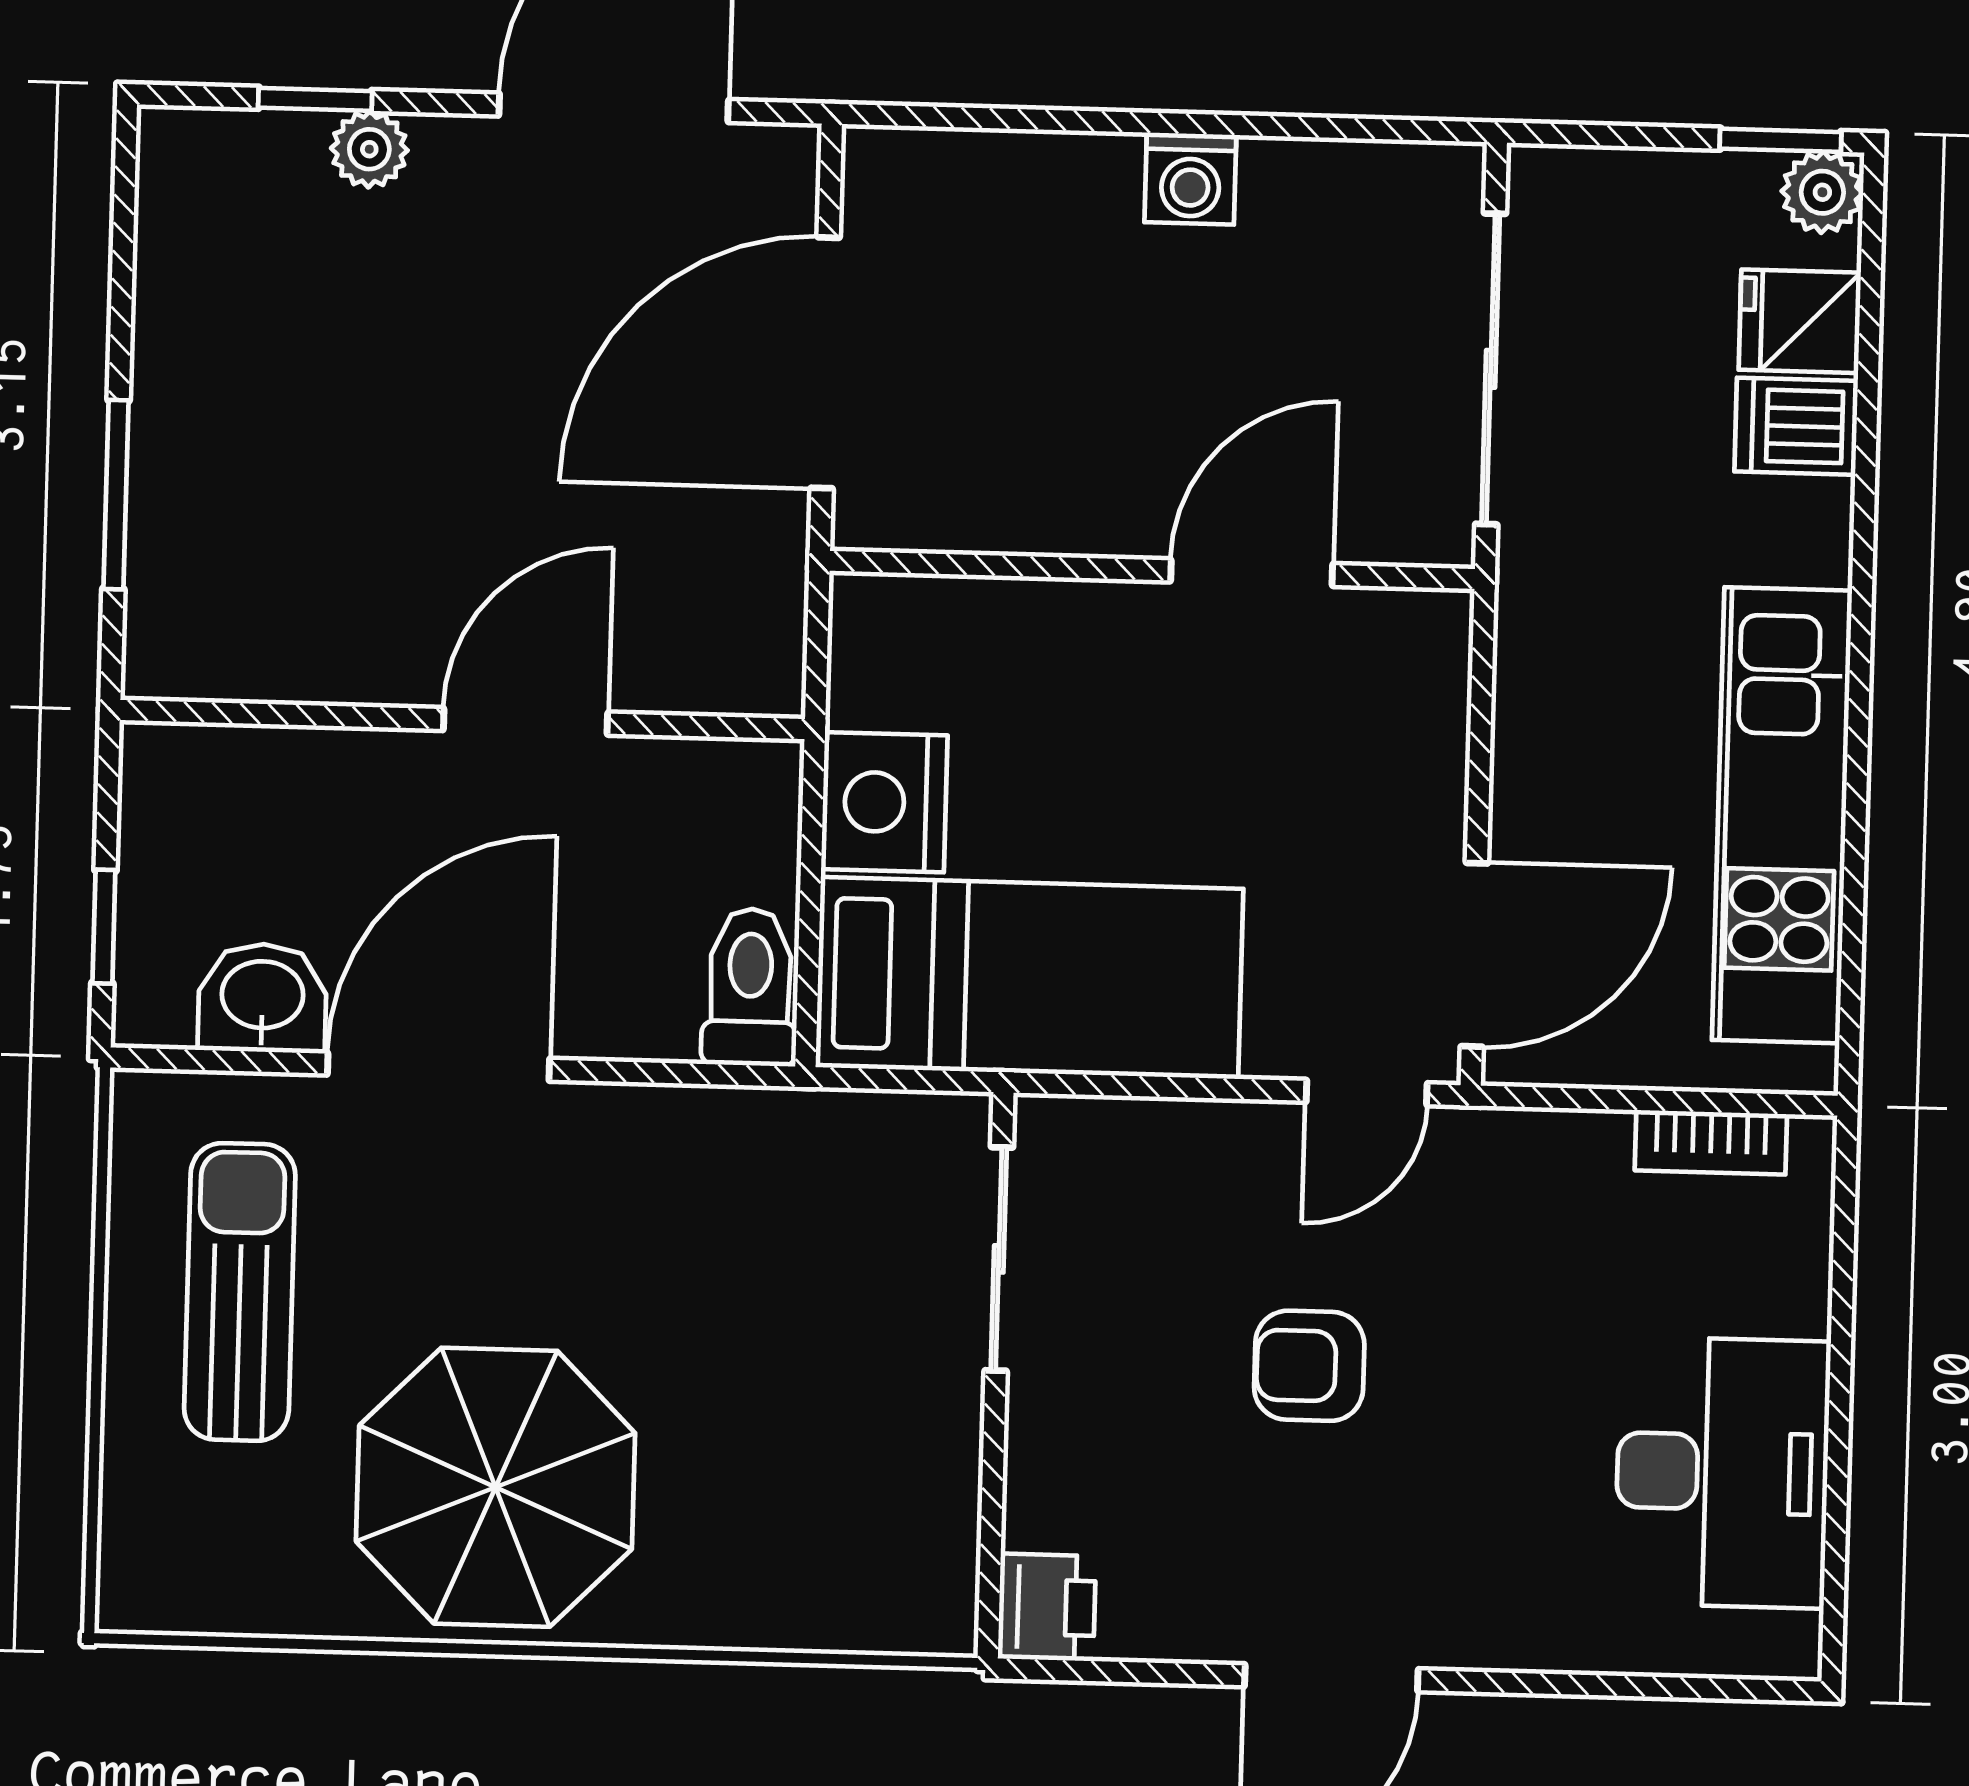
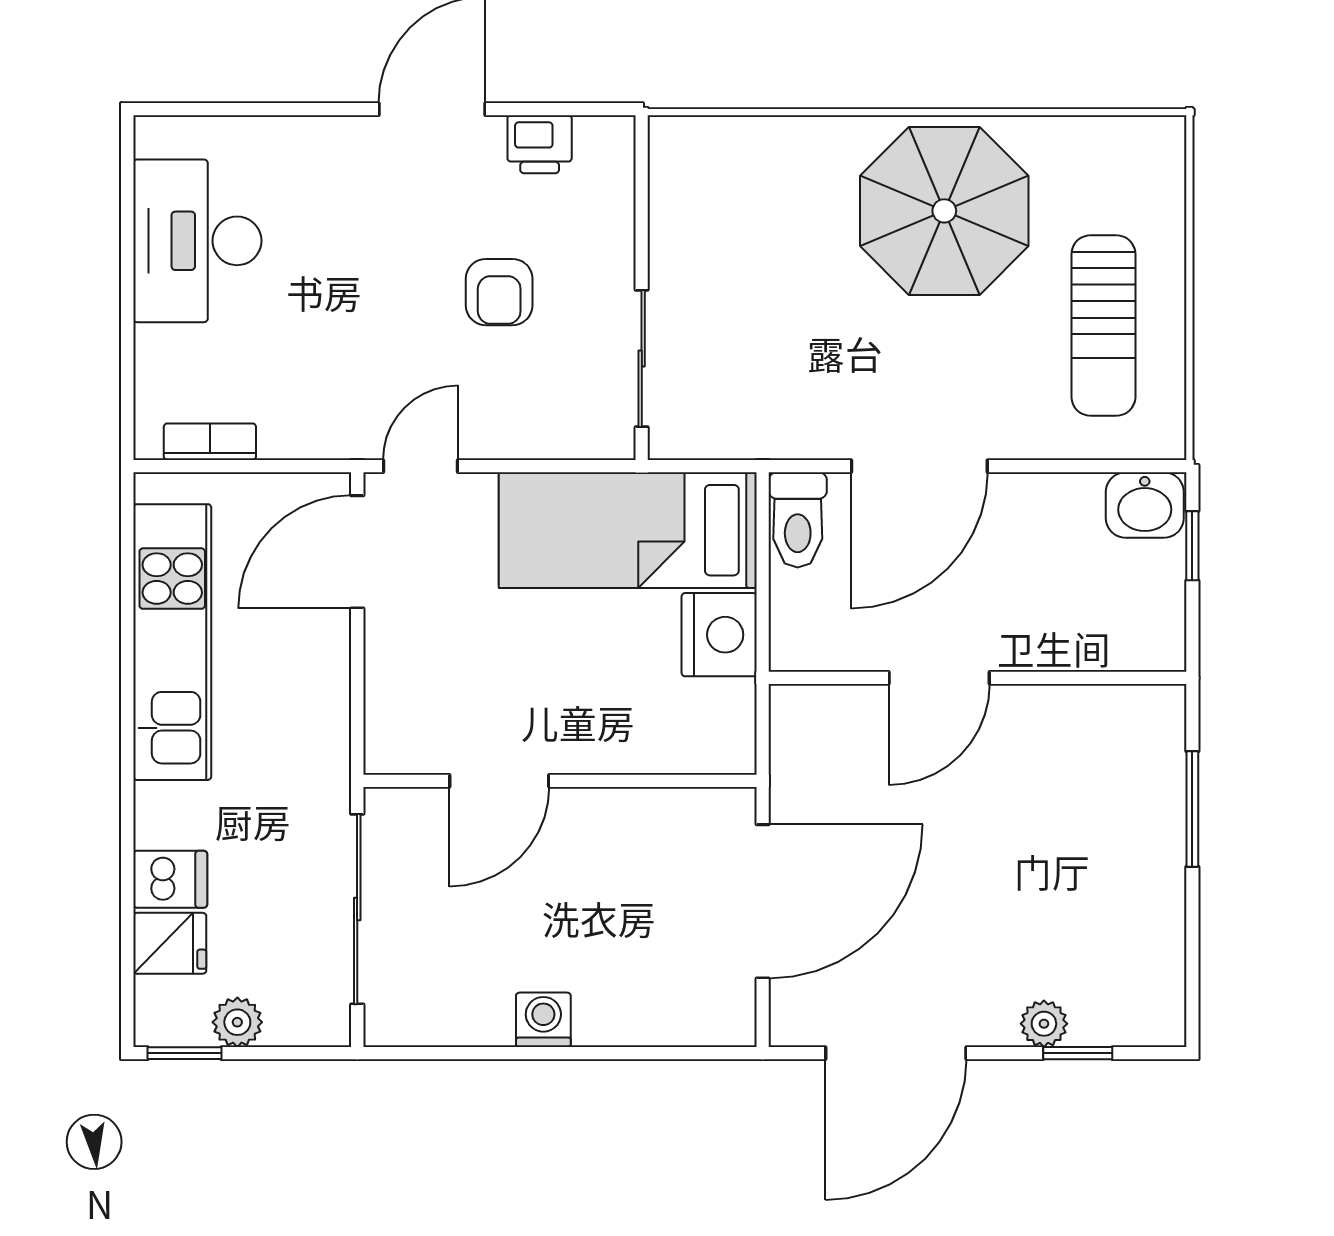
plant: (1822, 192) -> (237, 1022), moved
washbasin: (262, 998) -> (1145, 505), moved
door: (438, 1067) -> (919, 466), moved
armchair: (1309, 1366) -> (499, 292), moved, turned 90
printer: (1047, 1607) -> (540, 144), moved, turned -90

